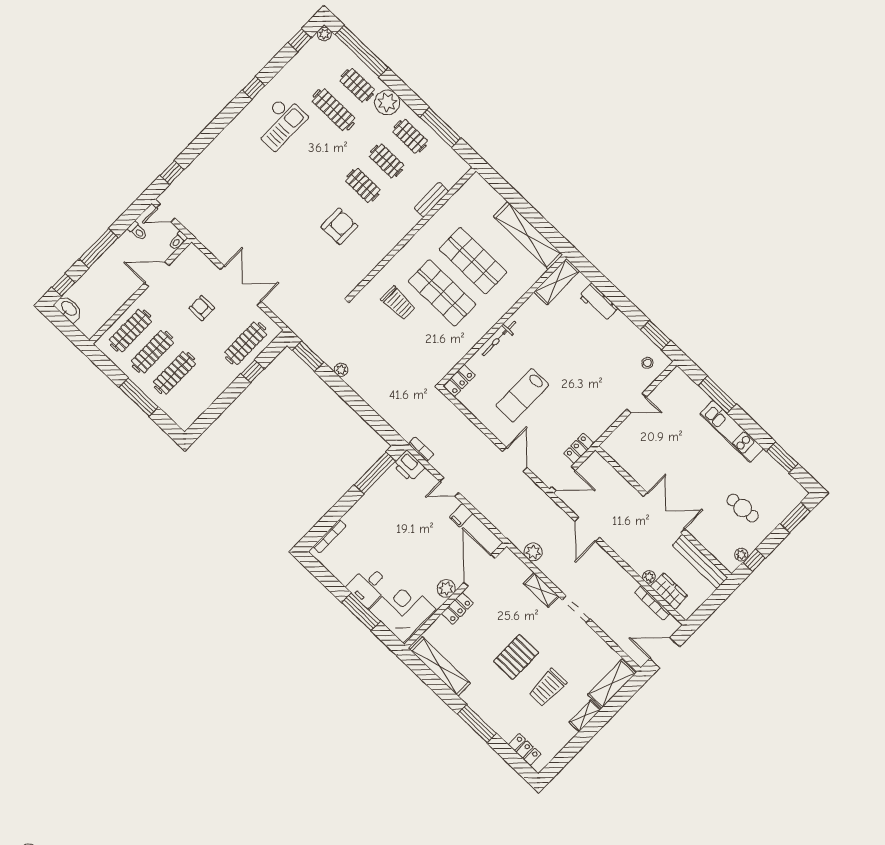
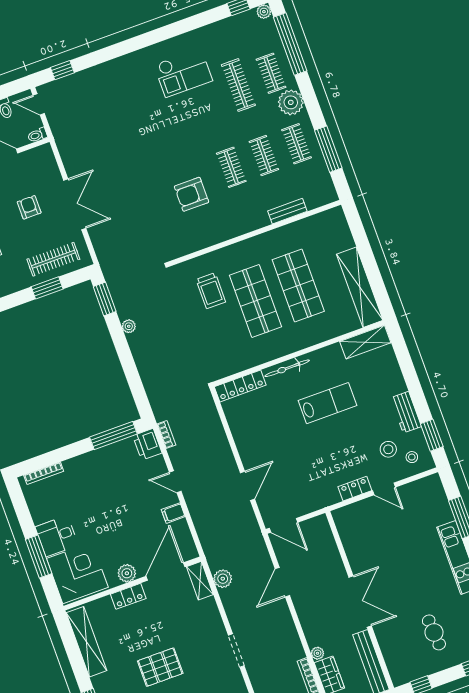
window: (254, 88) -> (175, 29), removed
armchair: (339, 226) -> (191, 194), turned 180
workbench: (598, 302) -> (406, 412), moved
stool: (623, 366) -> (388, 449), added
window: (253, 371) -> (47, 288), width x1.50
locker: (459, 380) -> (240, 386), width x1.53
lab bench: (522, 395) -> (328, 403), moved, turned 180
locker: (579, 448) -> (355, 489), moved
plant: (741, 555) -> (412, 674), removed
shelving: (541, 590) -> (200, 581), moved

